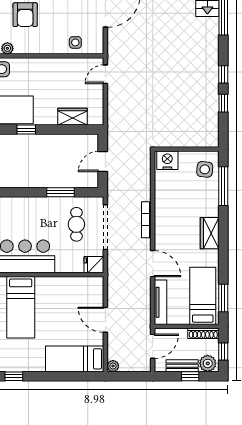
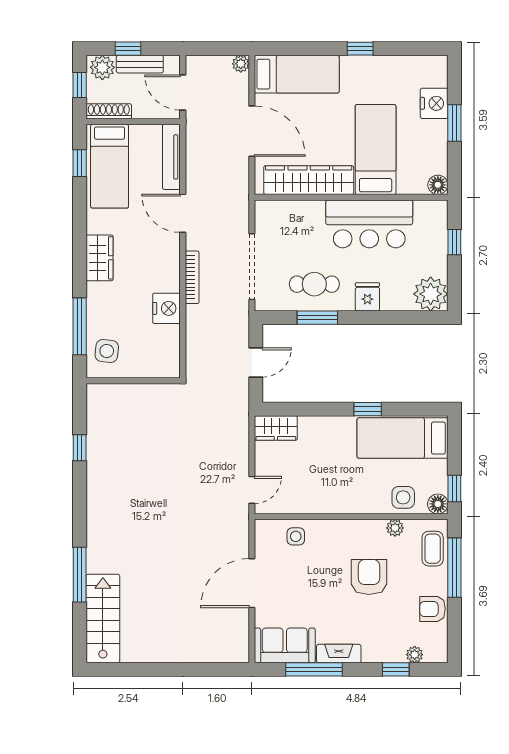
window: (223, 74) -> (80, 490), removed
wardrobe: (73, 117) -> (276, 428), moved
nightstand: (167, 160) -> (166, 308), moved, turned -90
cafe table: (76, 224) -> (314, 284), moved, turned 90
fridge: (94, 265) -> (367, 297), moved, turned -90
wardrobe: (66, 286) -> (309, 180), added
window: (223, 298) -> (80, 163), width x0.67
door: (105, 320) -> (252, 131), width x1.36
door: (153, 346) -> (183, 93), hinge flipped
window: (14, 376) -> (360, 49), moved

